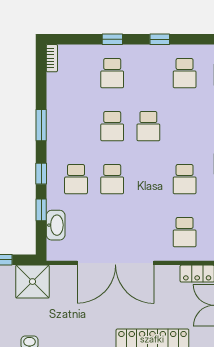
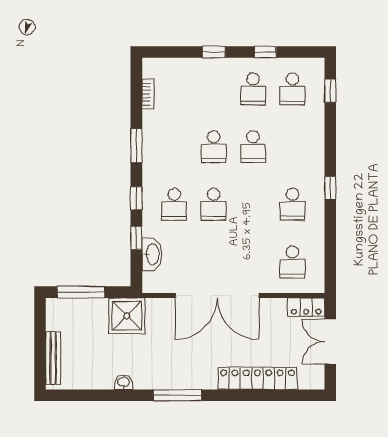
bookcase: (52, 58) -> (148, 94), moved
school desk: (112, 73) -> (253, 89), moved

